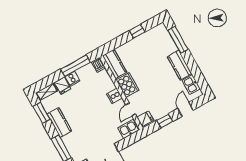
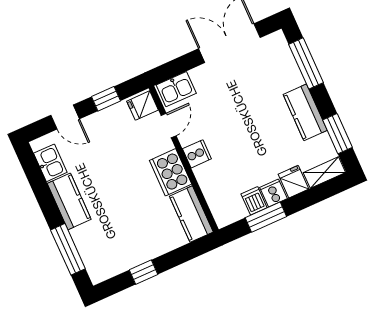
dishwasher: (98, 65) -> (254, 201), moved
window: (75, 66) -> (266, 217), width x0.69
door: (185, 109) -> (65, 117), hinge flipped

